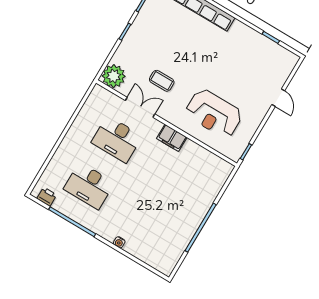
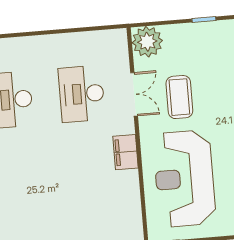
coffee table: (162, 81) -> (179, 97), width x1.36, depth x1.30
reception desk: (214, 113) -> (184, 179), width x1.36, depth x1.30

